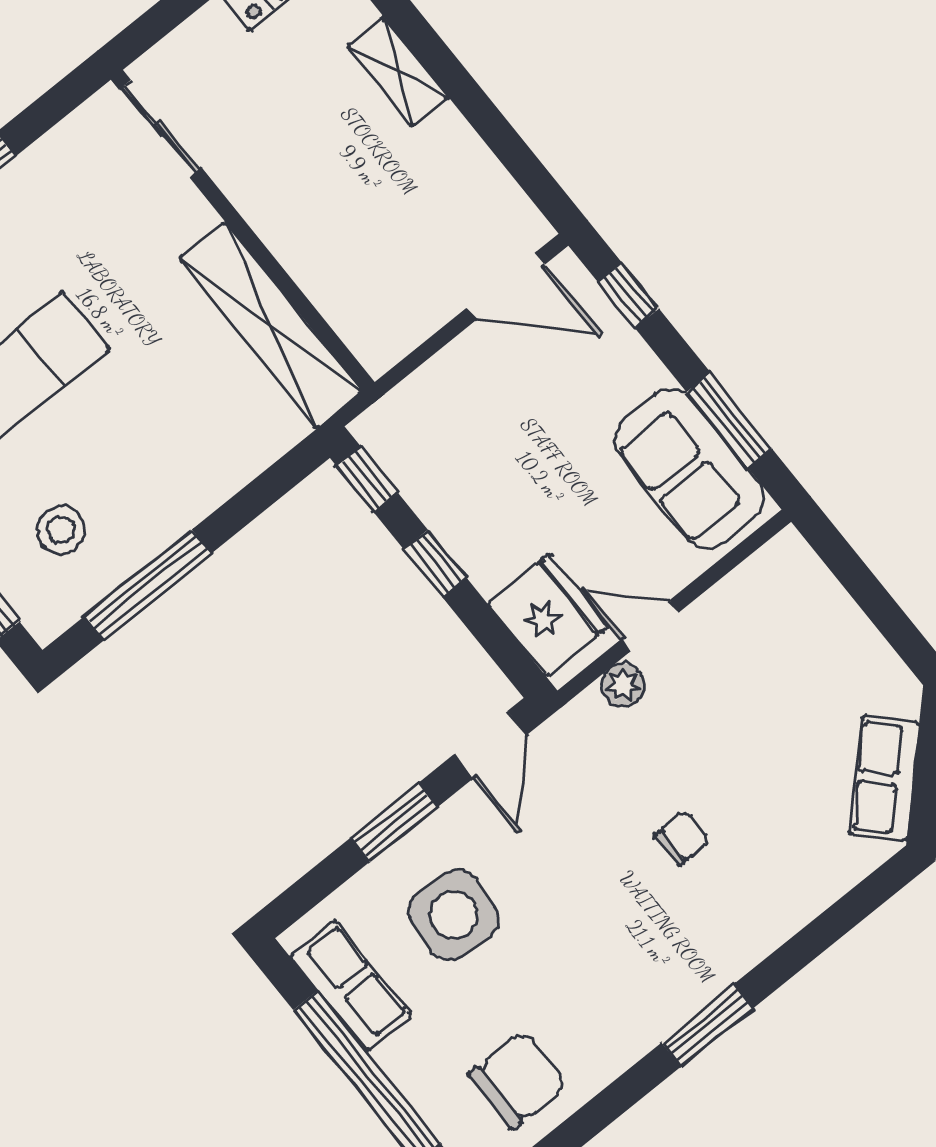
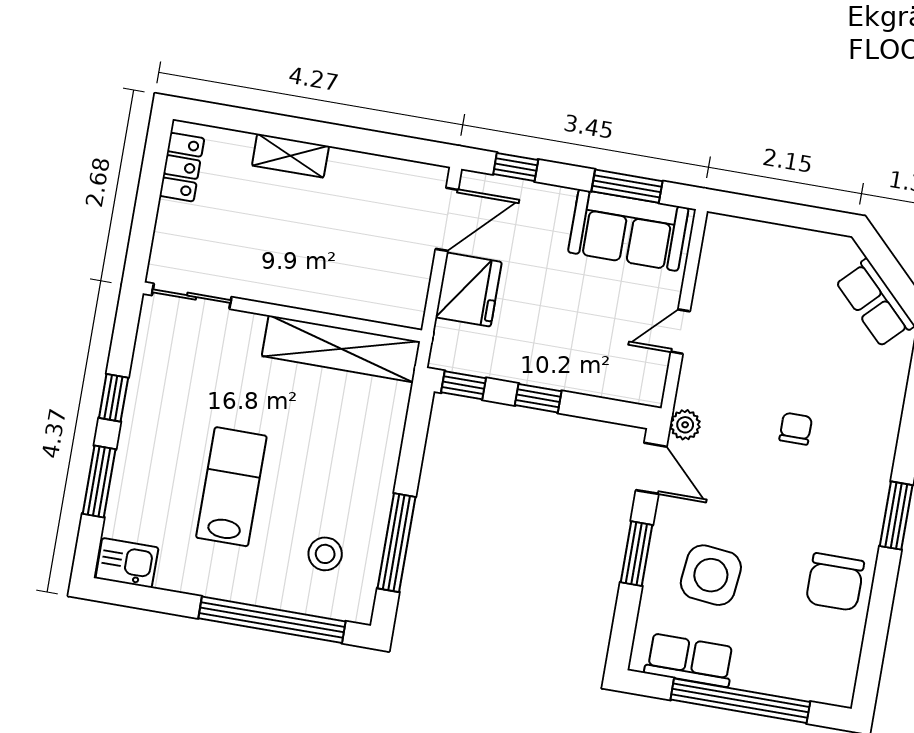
fridge: (548, 615) -> (469, 290), moved, turned 90
plant: (623, 685) -> (685, 425), moved
chair: (518, 1080) -> (835, 582), moved, turned 180

